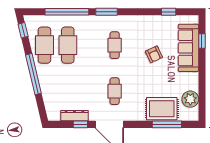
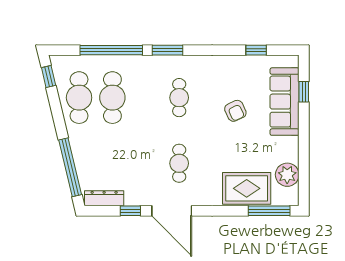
window: (33, 74) -> (70, 167), moved
dresser: (74, 116) -> (104, 198), moved
window: (167, 124) -> (269, 211), moved

